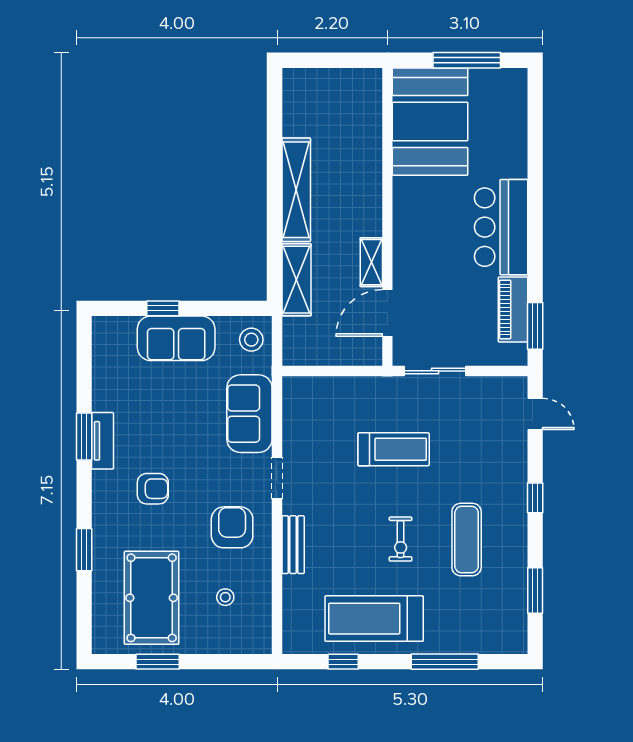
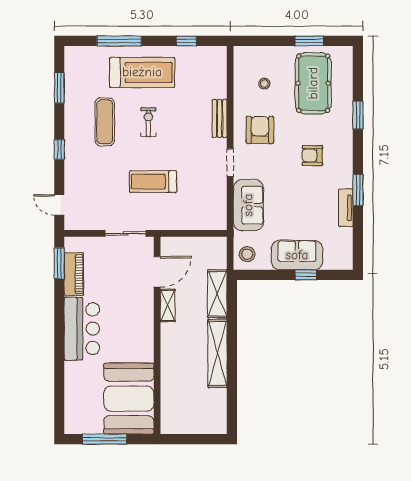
tv unit: (102, 441) -> (346, 208), moved
armchair: (232, 527) -> (260, 130), turned 180
treadmill: (374, 619) -> (142, 72), moved

